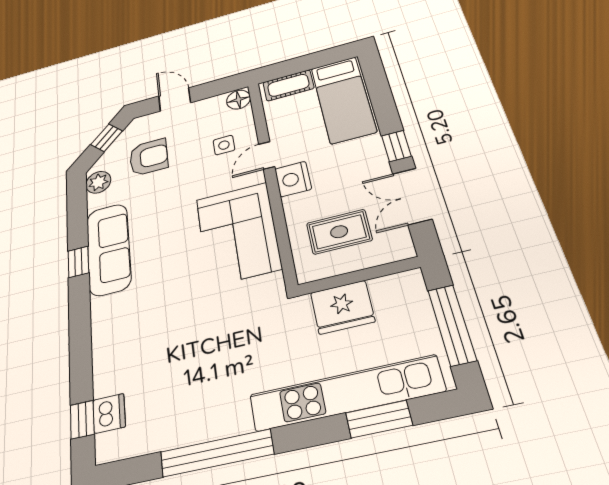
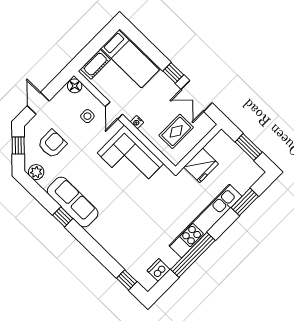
door: (175, 99) -> (38, 103), hinge flipped
nightstand: (293, 179) -> (137, 122), width x0.53, depth x0.56
window: (452, 325) -> (249, 147), width x0.69
kitchen unit: (346, 393) -> (205, 221), moved
dishwasher: (109, 413) -> (159, 270), moved, turned -90

